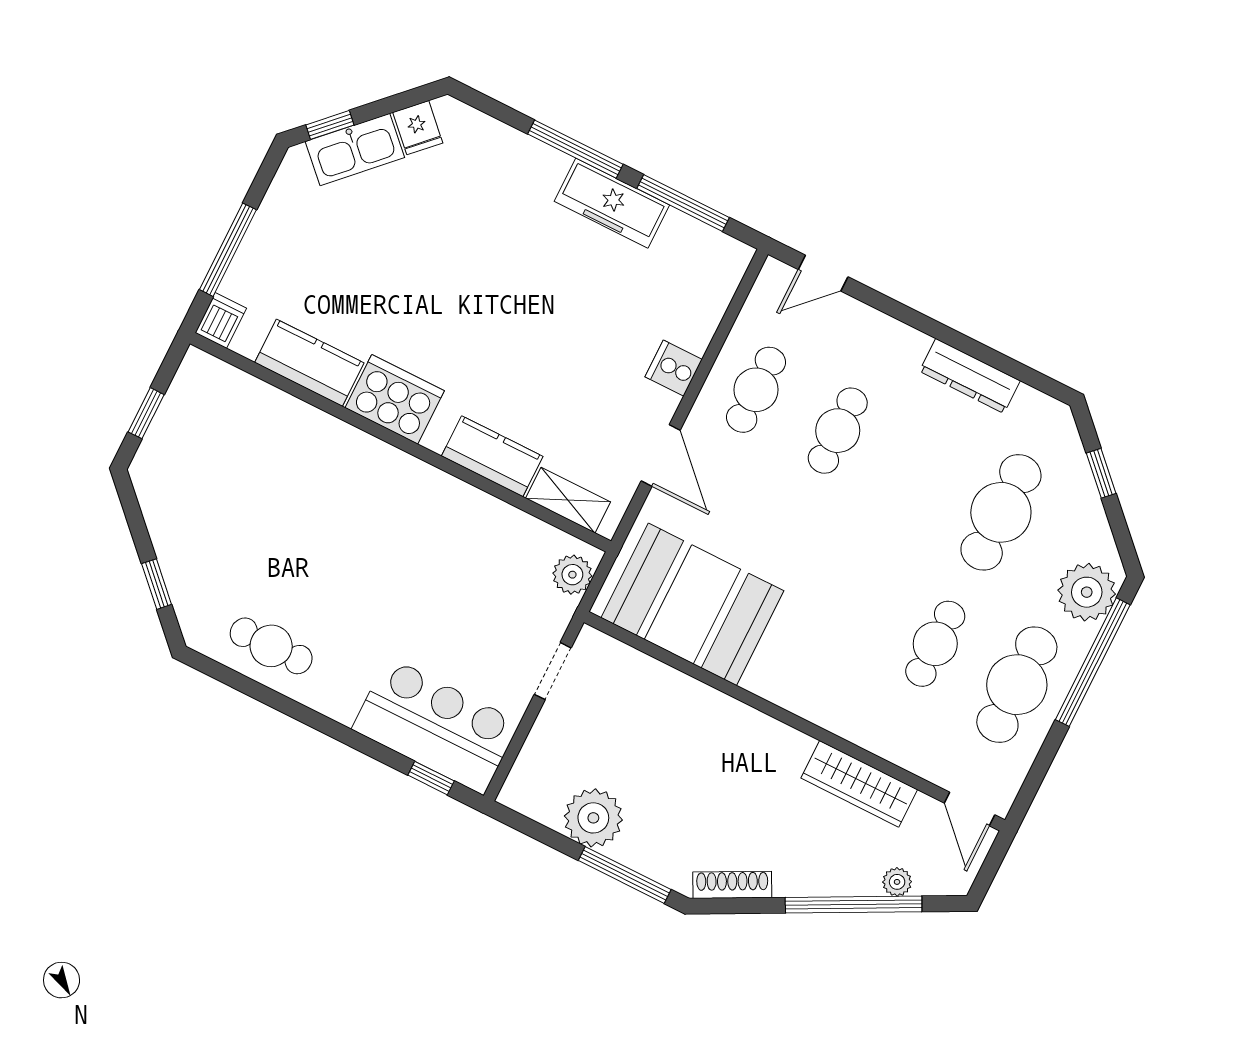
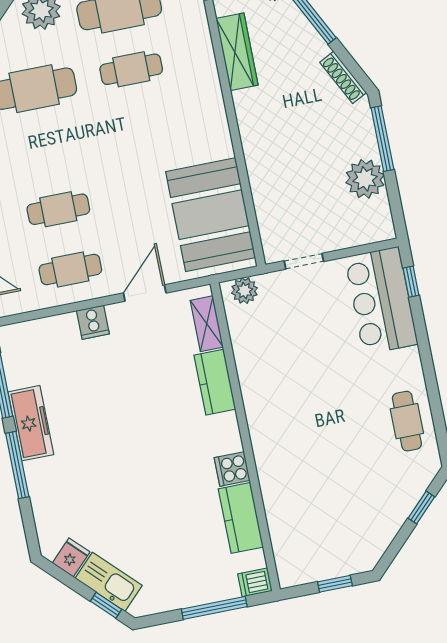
cooker: (395, 399) -> (232, 469), width x0.53, depth x0.76

